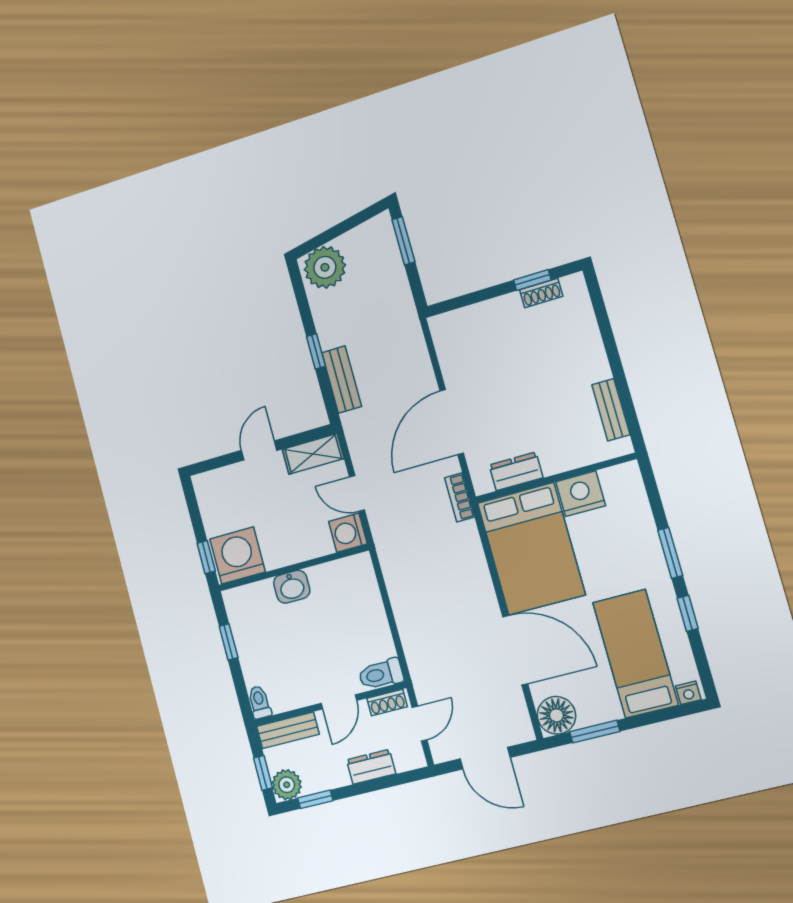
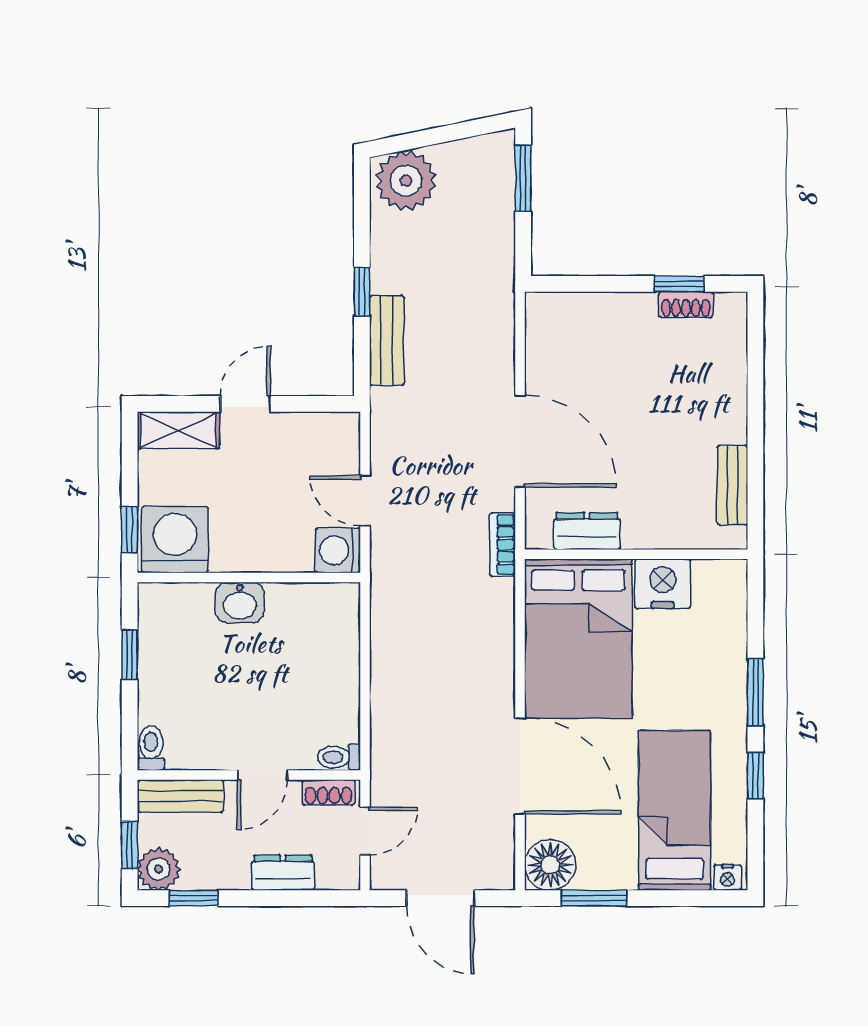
door: (452, 422) -> (520, 441), swing flipped
shelving: (313, 454) -> (178, 430), moved
toilet: (381, 674) -> (339, 757), width x0.73, depth x0.72

